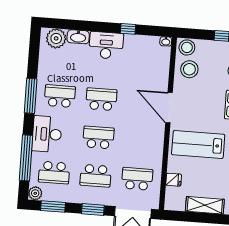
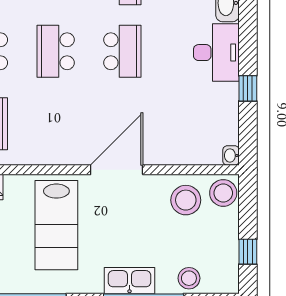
school desk: (98, 137) -> (56, 51), turned 180
lab bench: (198, 145) -> (56, 225), turned 180

